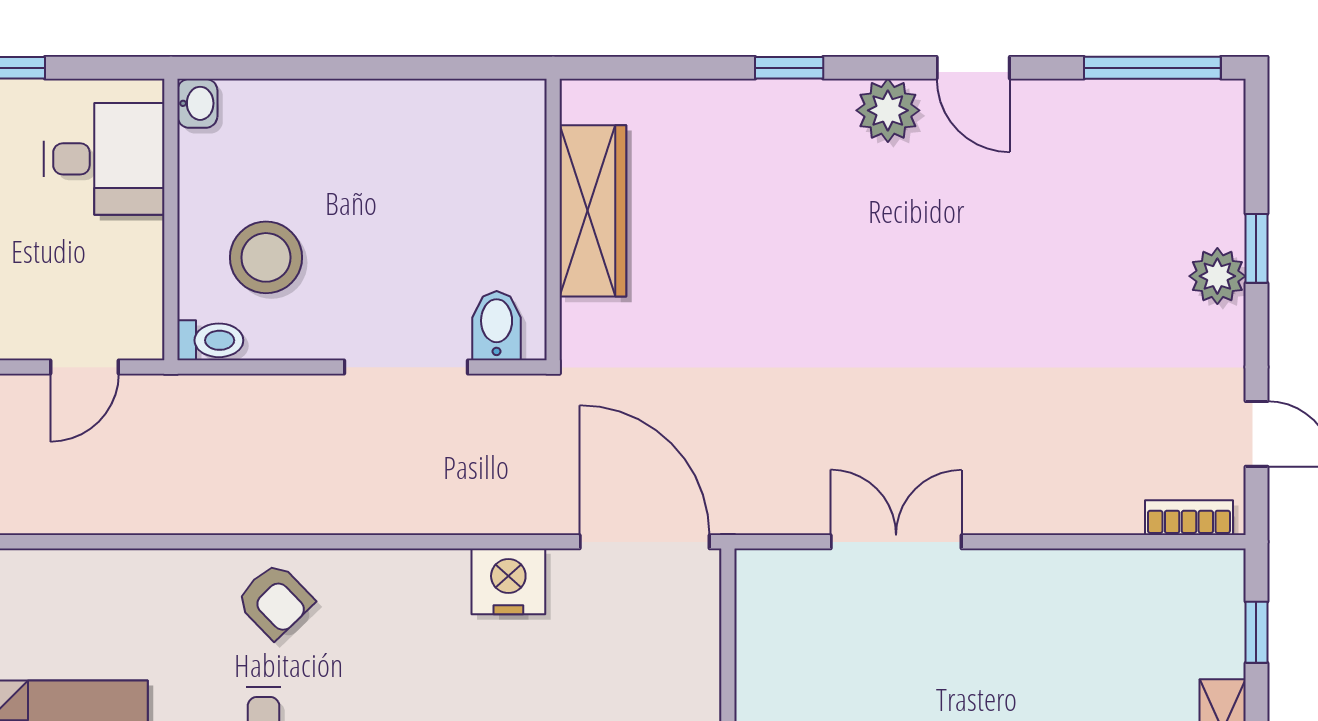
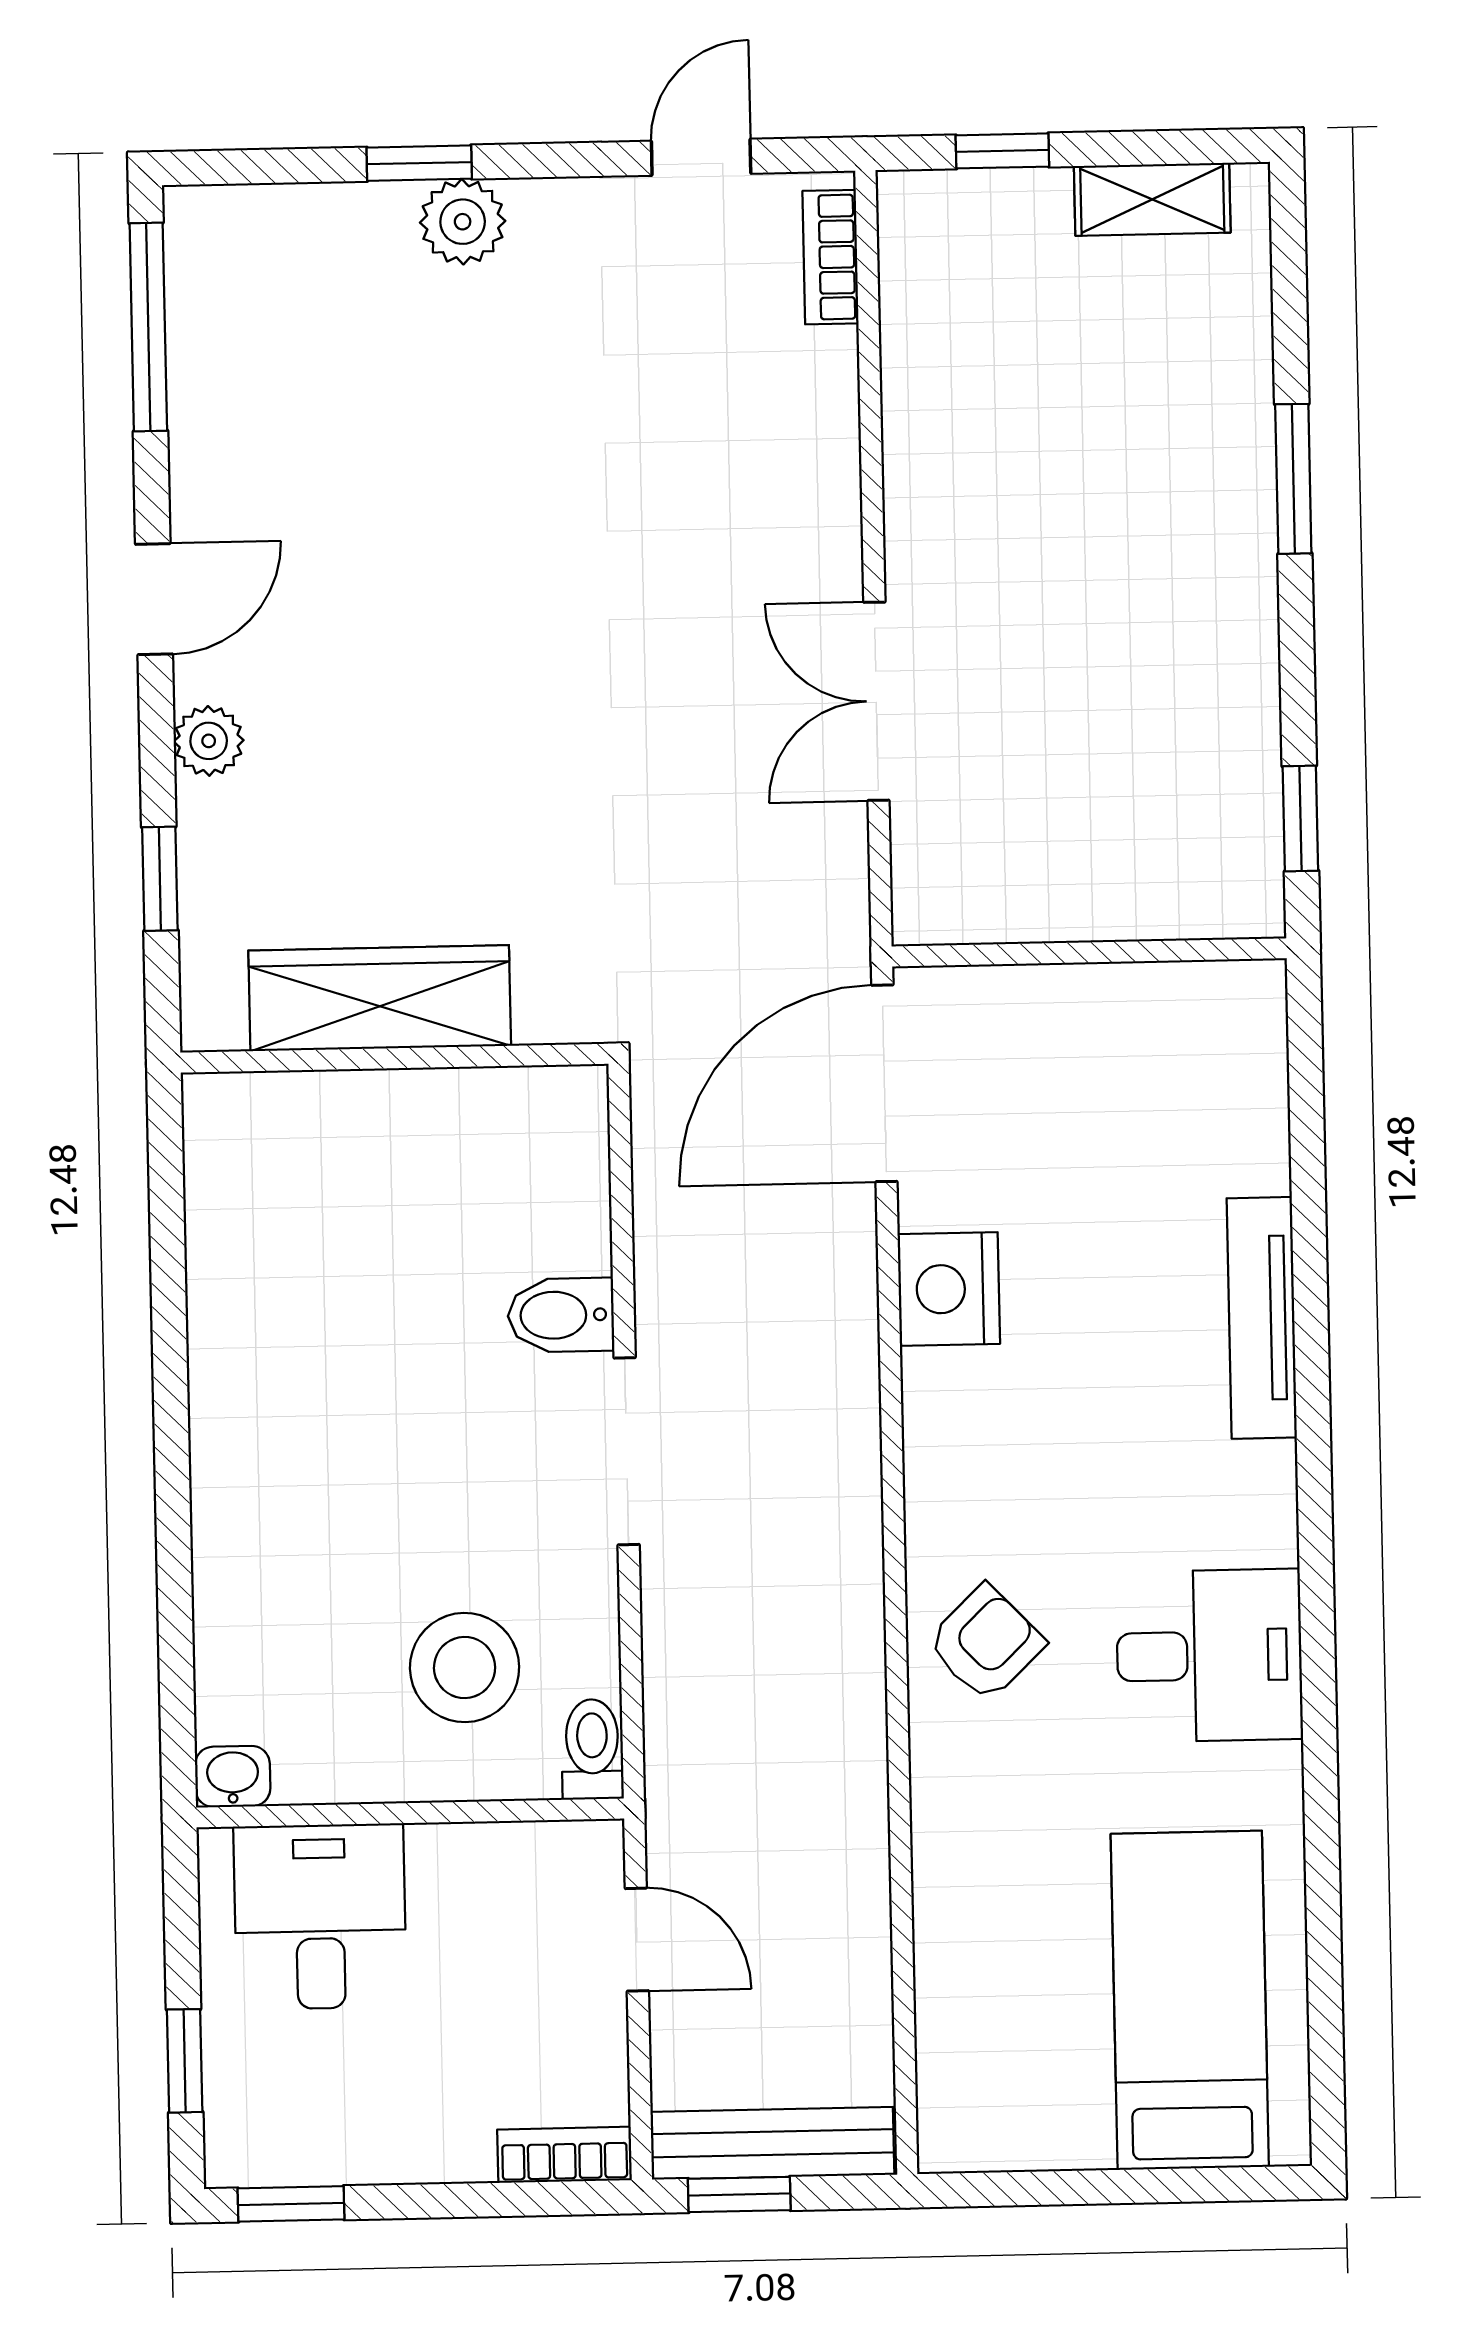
plant: (888, 110) -> (209, 741), width x0.73, depth x0.73
wardrobe: (593, 211) -> (380, 998), moved
wall: (553, 220) -> (394, 1058), moved

